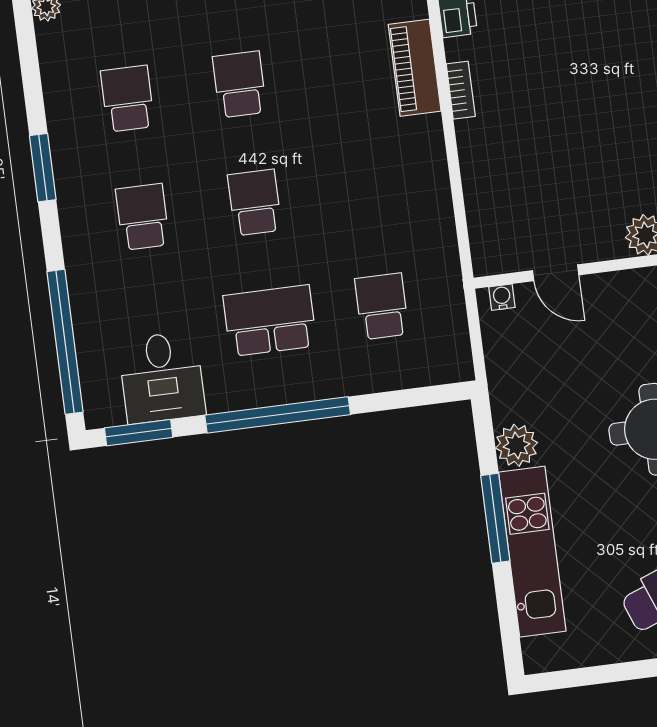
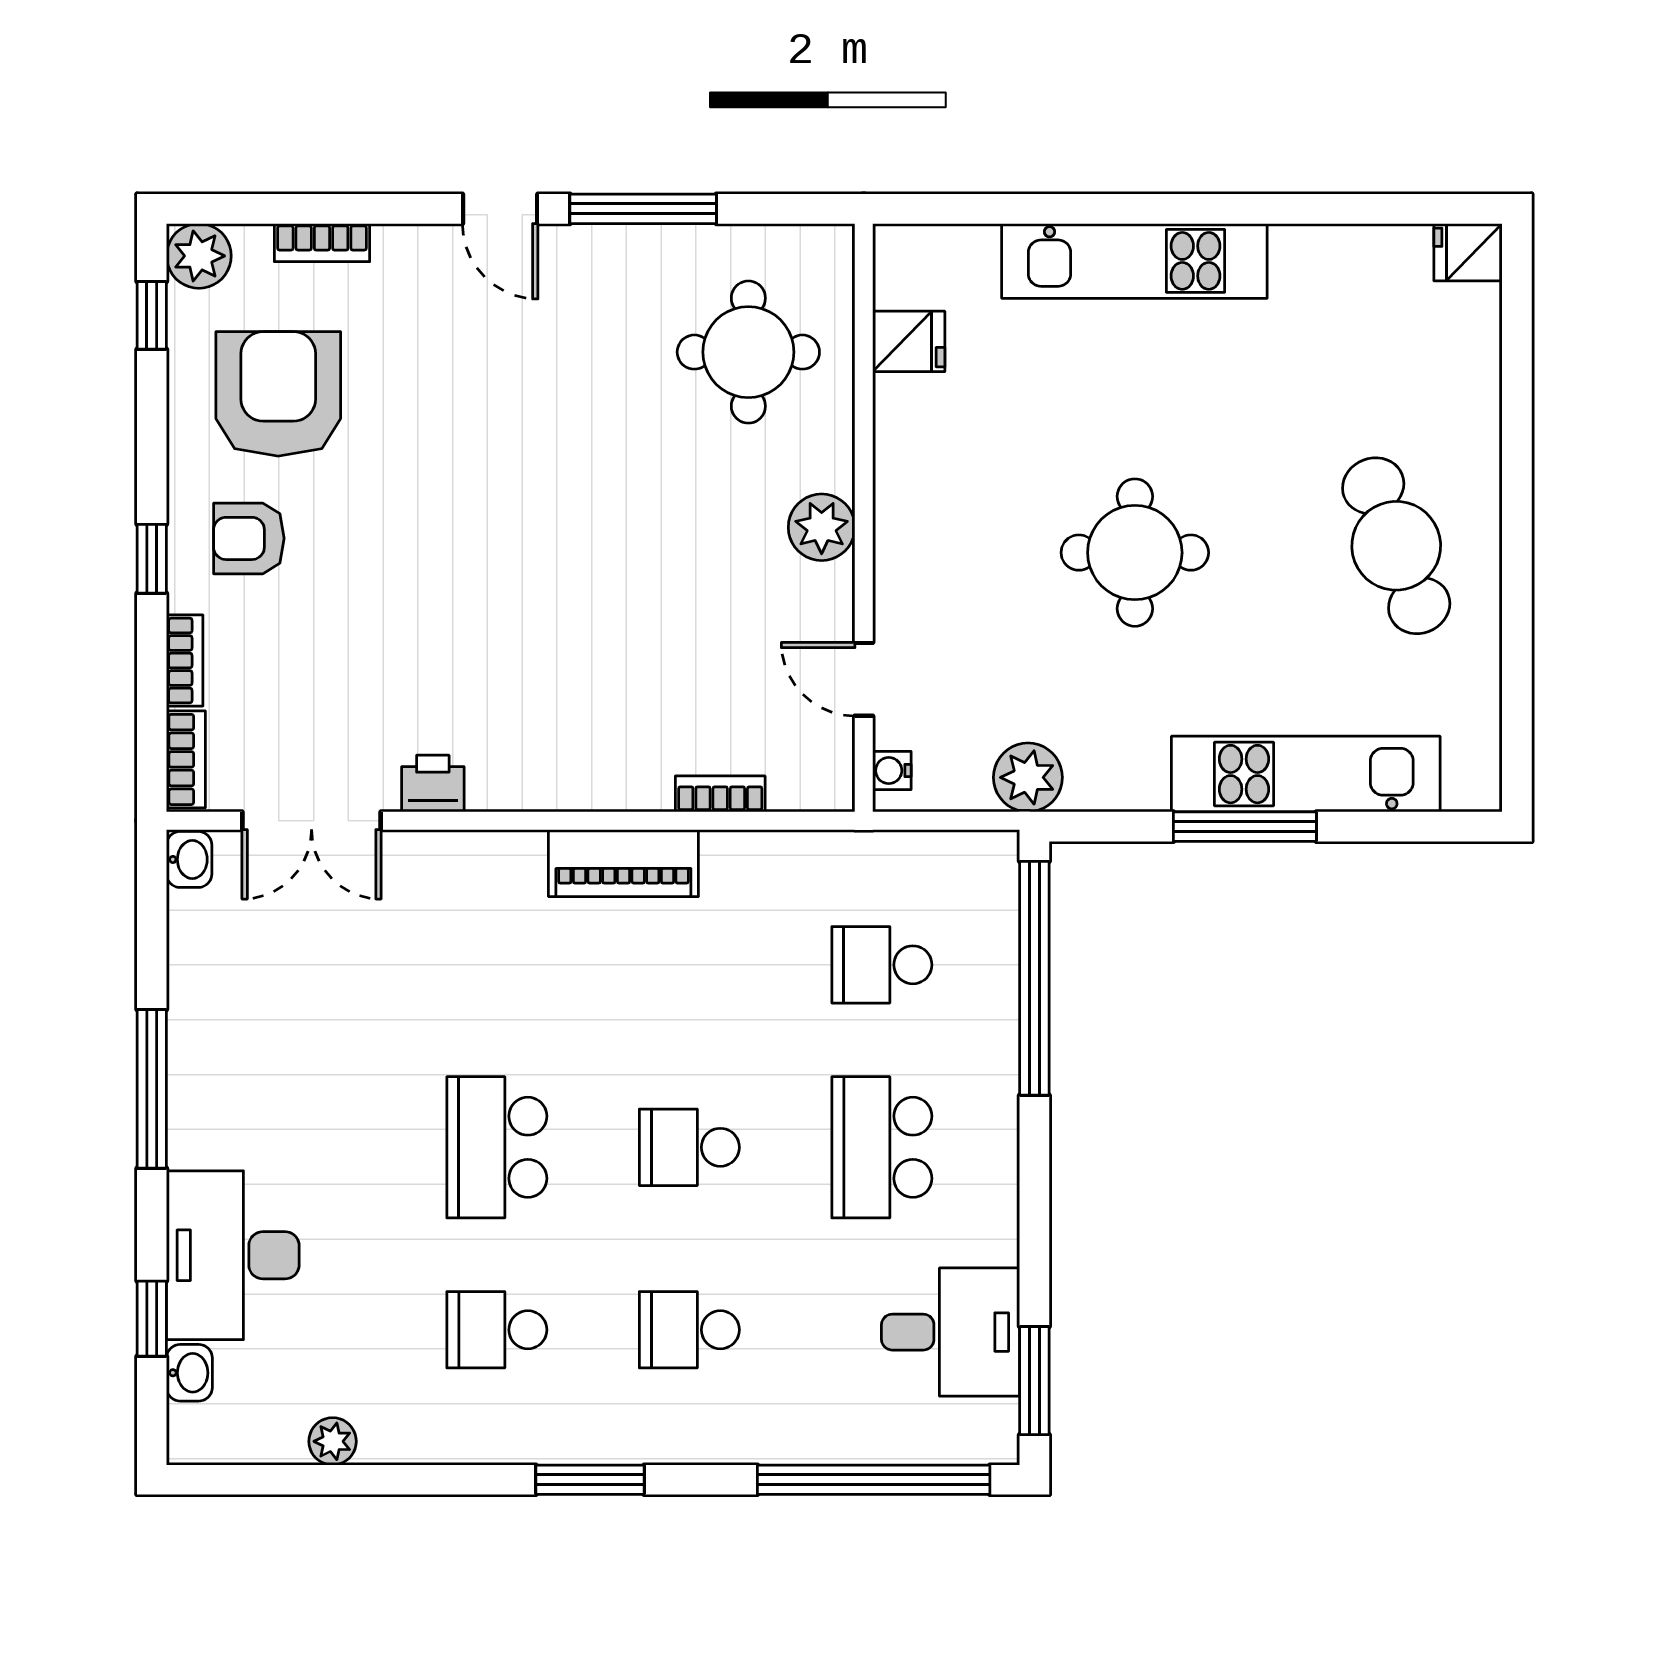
piano: (415, 68) -> (623, 863), moved
school desk: (240, 84) -> (497, 1147), width x1.85
bookcase: (461, 90) -> (720, 794), moved
door: (556, 273) -> (864, 679), swing flipped
window: (278, 415) -> (1034, 978), moved
plant: (517, 445) -> (1028, 777), moved

